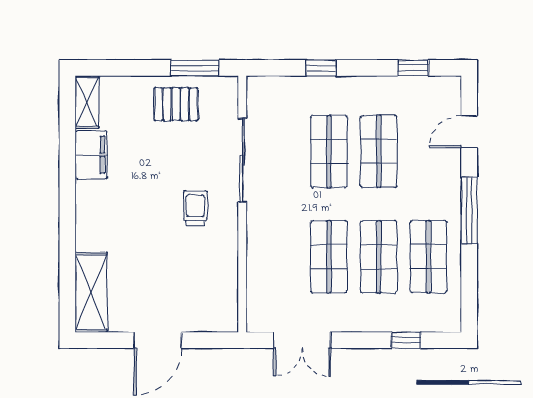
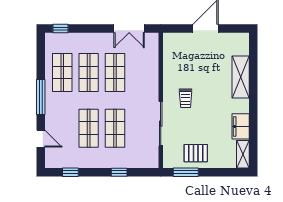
door: (469, 132) -> (41, 139), hinge flipped
shelving: (91, 292) -> (241, 77), moved
double door: (302, 340) -> (129, 28), swing flipped
window: (406, 340) -> (60, 28), moved

